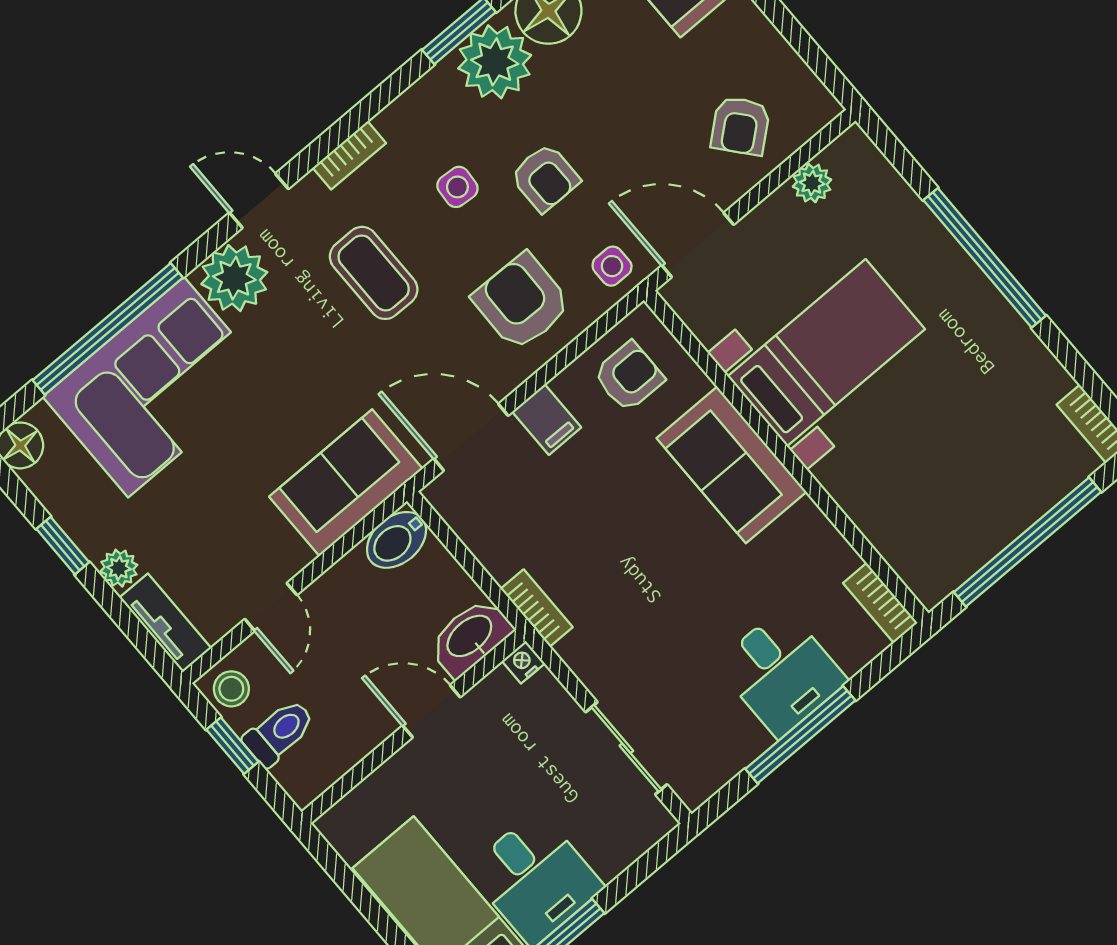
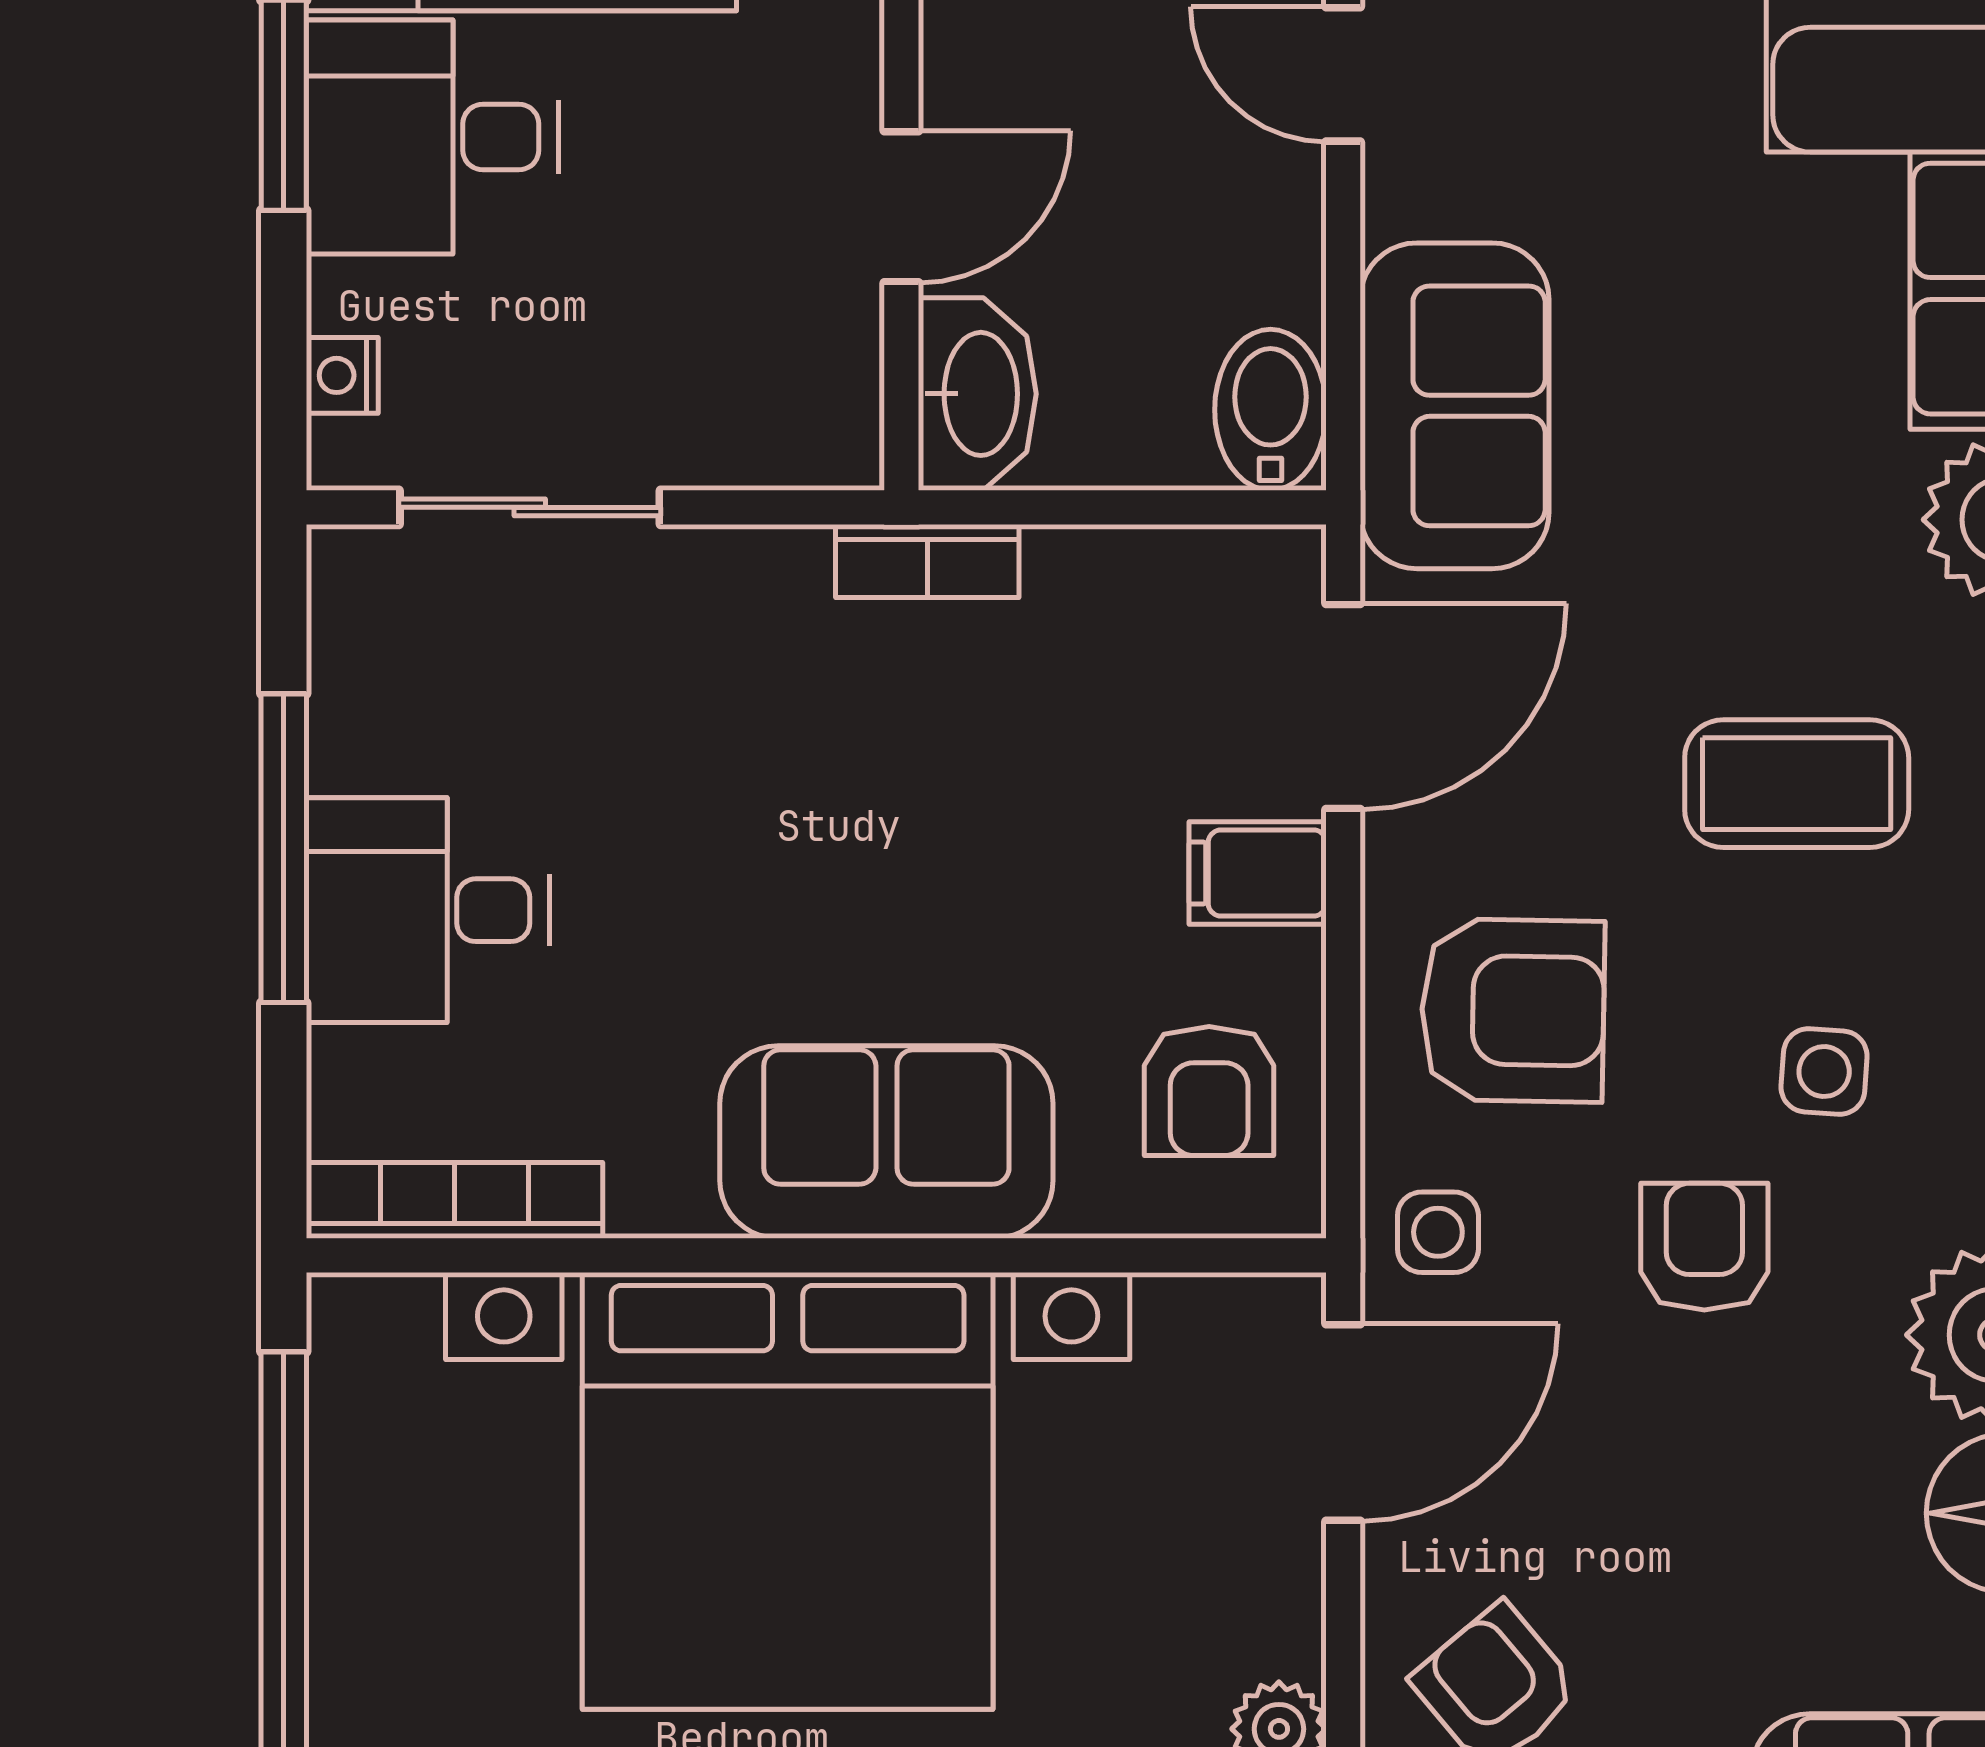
armchair: (545, 178) -> (1704, 1247), turned 90
bed with nightstands: (826, 353) -> (788, 1491), width x1.85
bookcase: (880, 603) -> (454, 1200), width x1.56
nightstand: (523, 662) -> (342, 375), moved, turned 180

